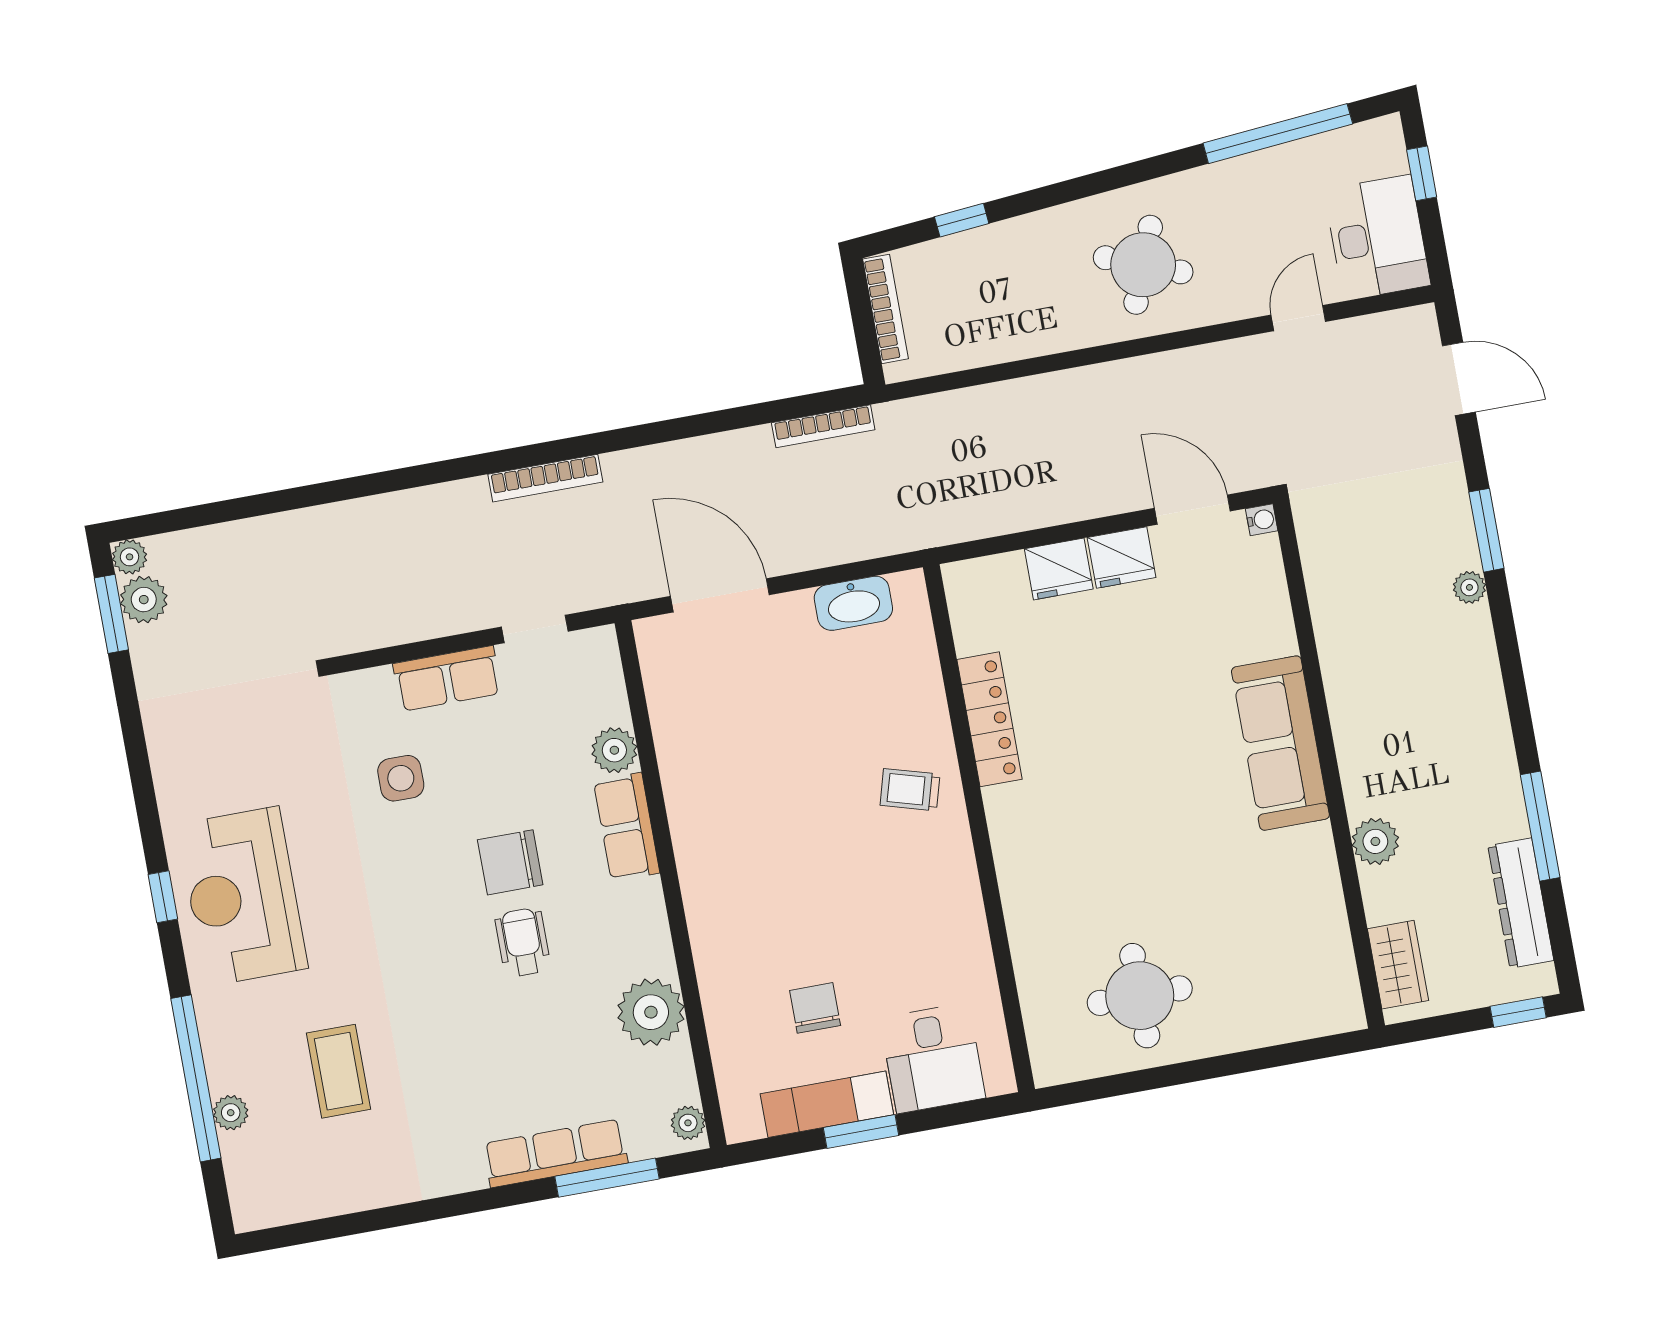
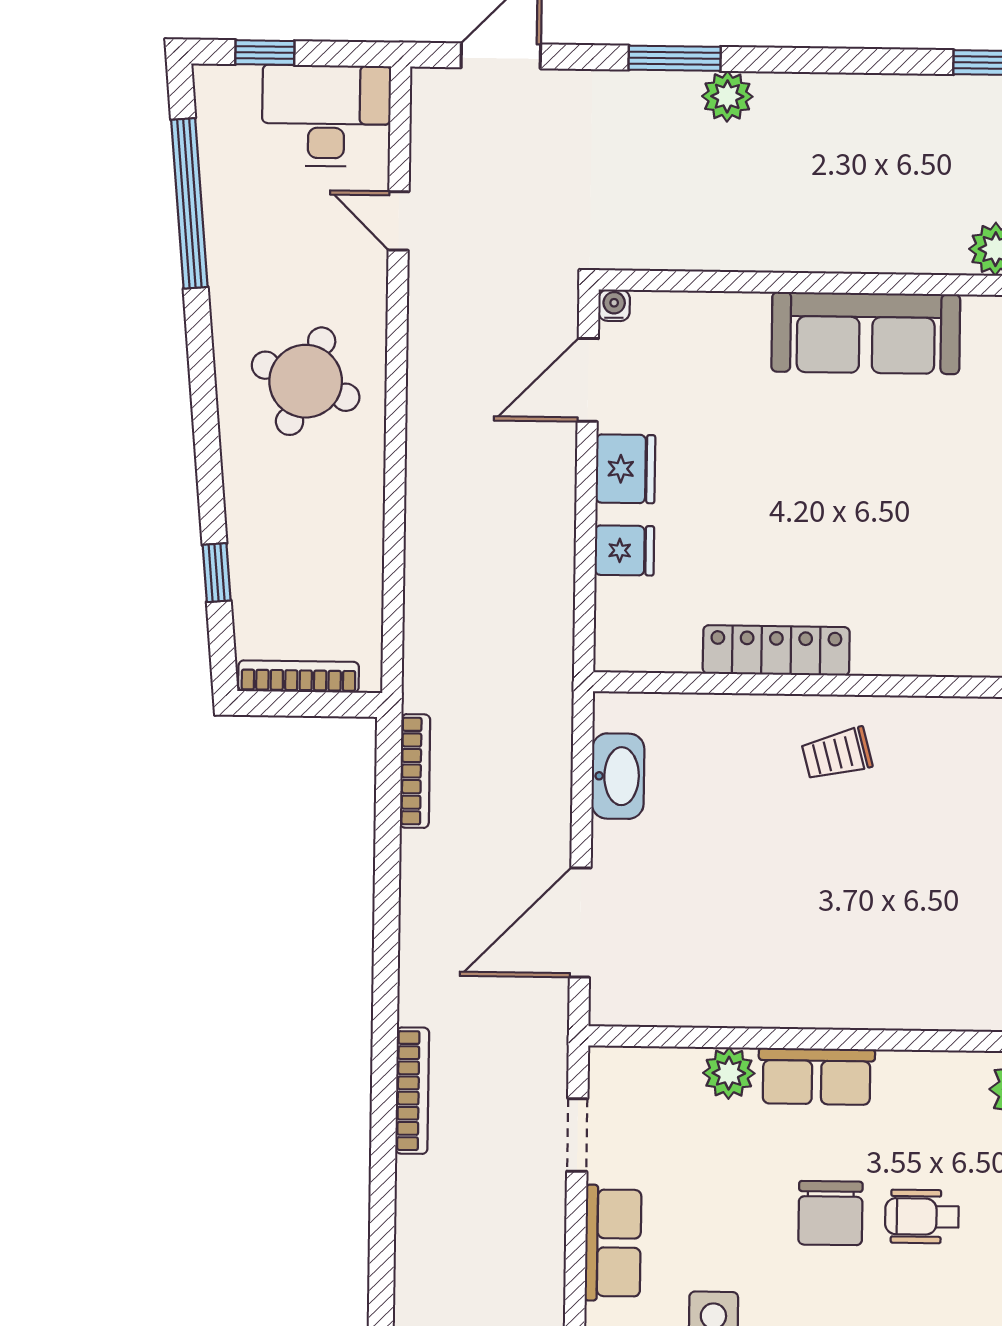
fridge: (1059, 569) -> (624, 550), width x0.72
plant: (1469, 587) -> (727, 96), width x1.38, depth x1.38
trolley: (910, 790) -> (837, 754), turned 59

